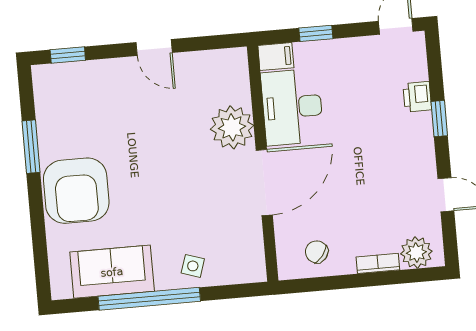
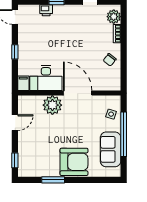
filing cabinet: (276, 57) -> (23, 83), moved
desk: (292, 107) -> (46, 78), moved
plant: (232, 127) -> (52, 105), moved
wall: (263, 163) -> (69, 93), moved
door: (264, 183) -> (78, 93), moved

